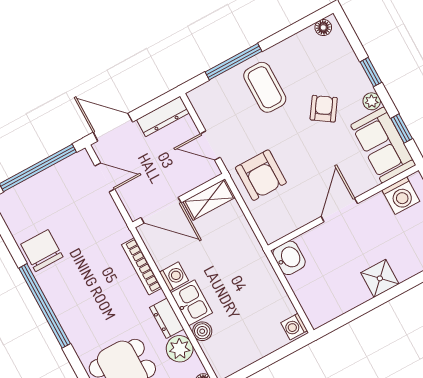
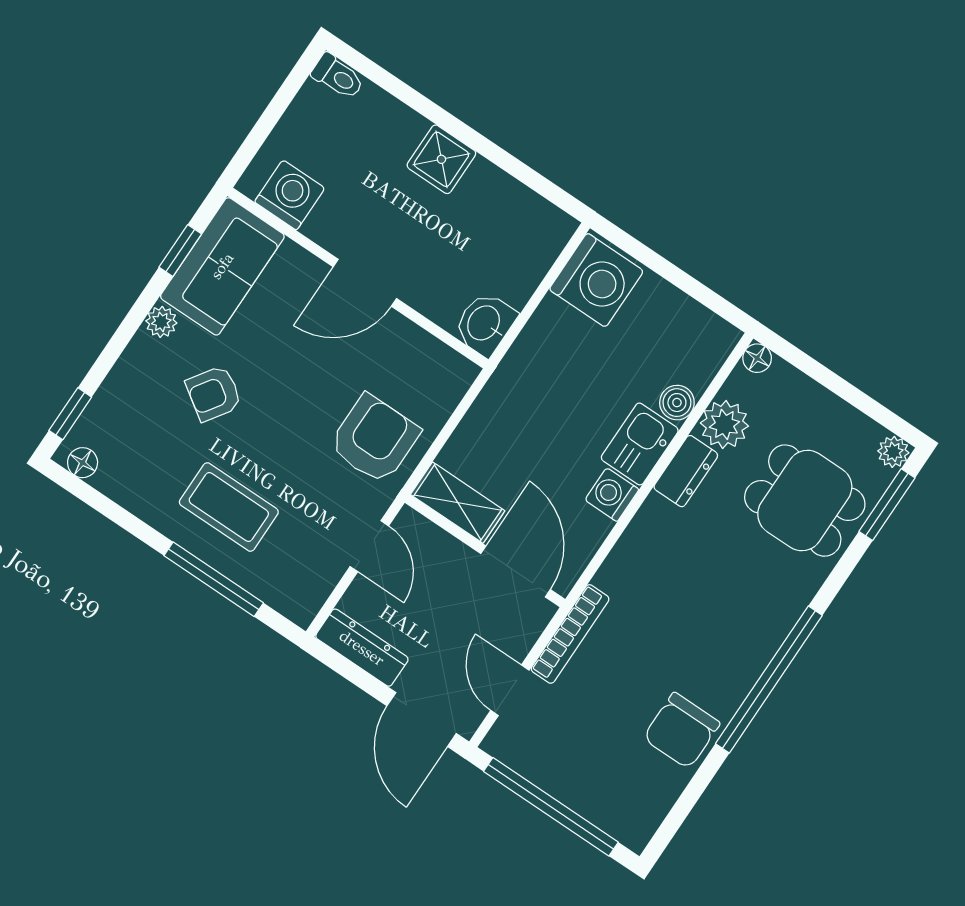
window: (371, 72) -> (70, 414), moved
coffee table: (265, 87) -> (229, 507), turned 90
bookcase: (142, 266) -> (570, 634), moved
washing machine: (294, 327) -> (596, 280), width x1.89, depth x1.89

